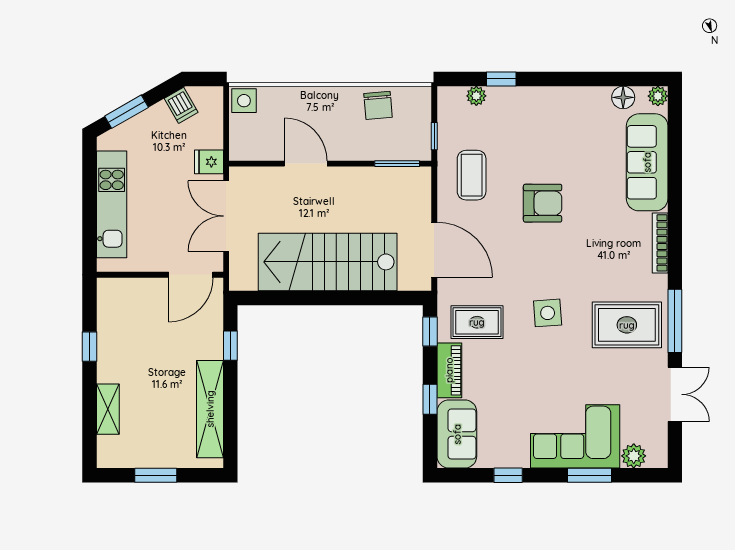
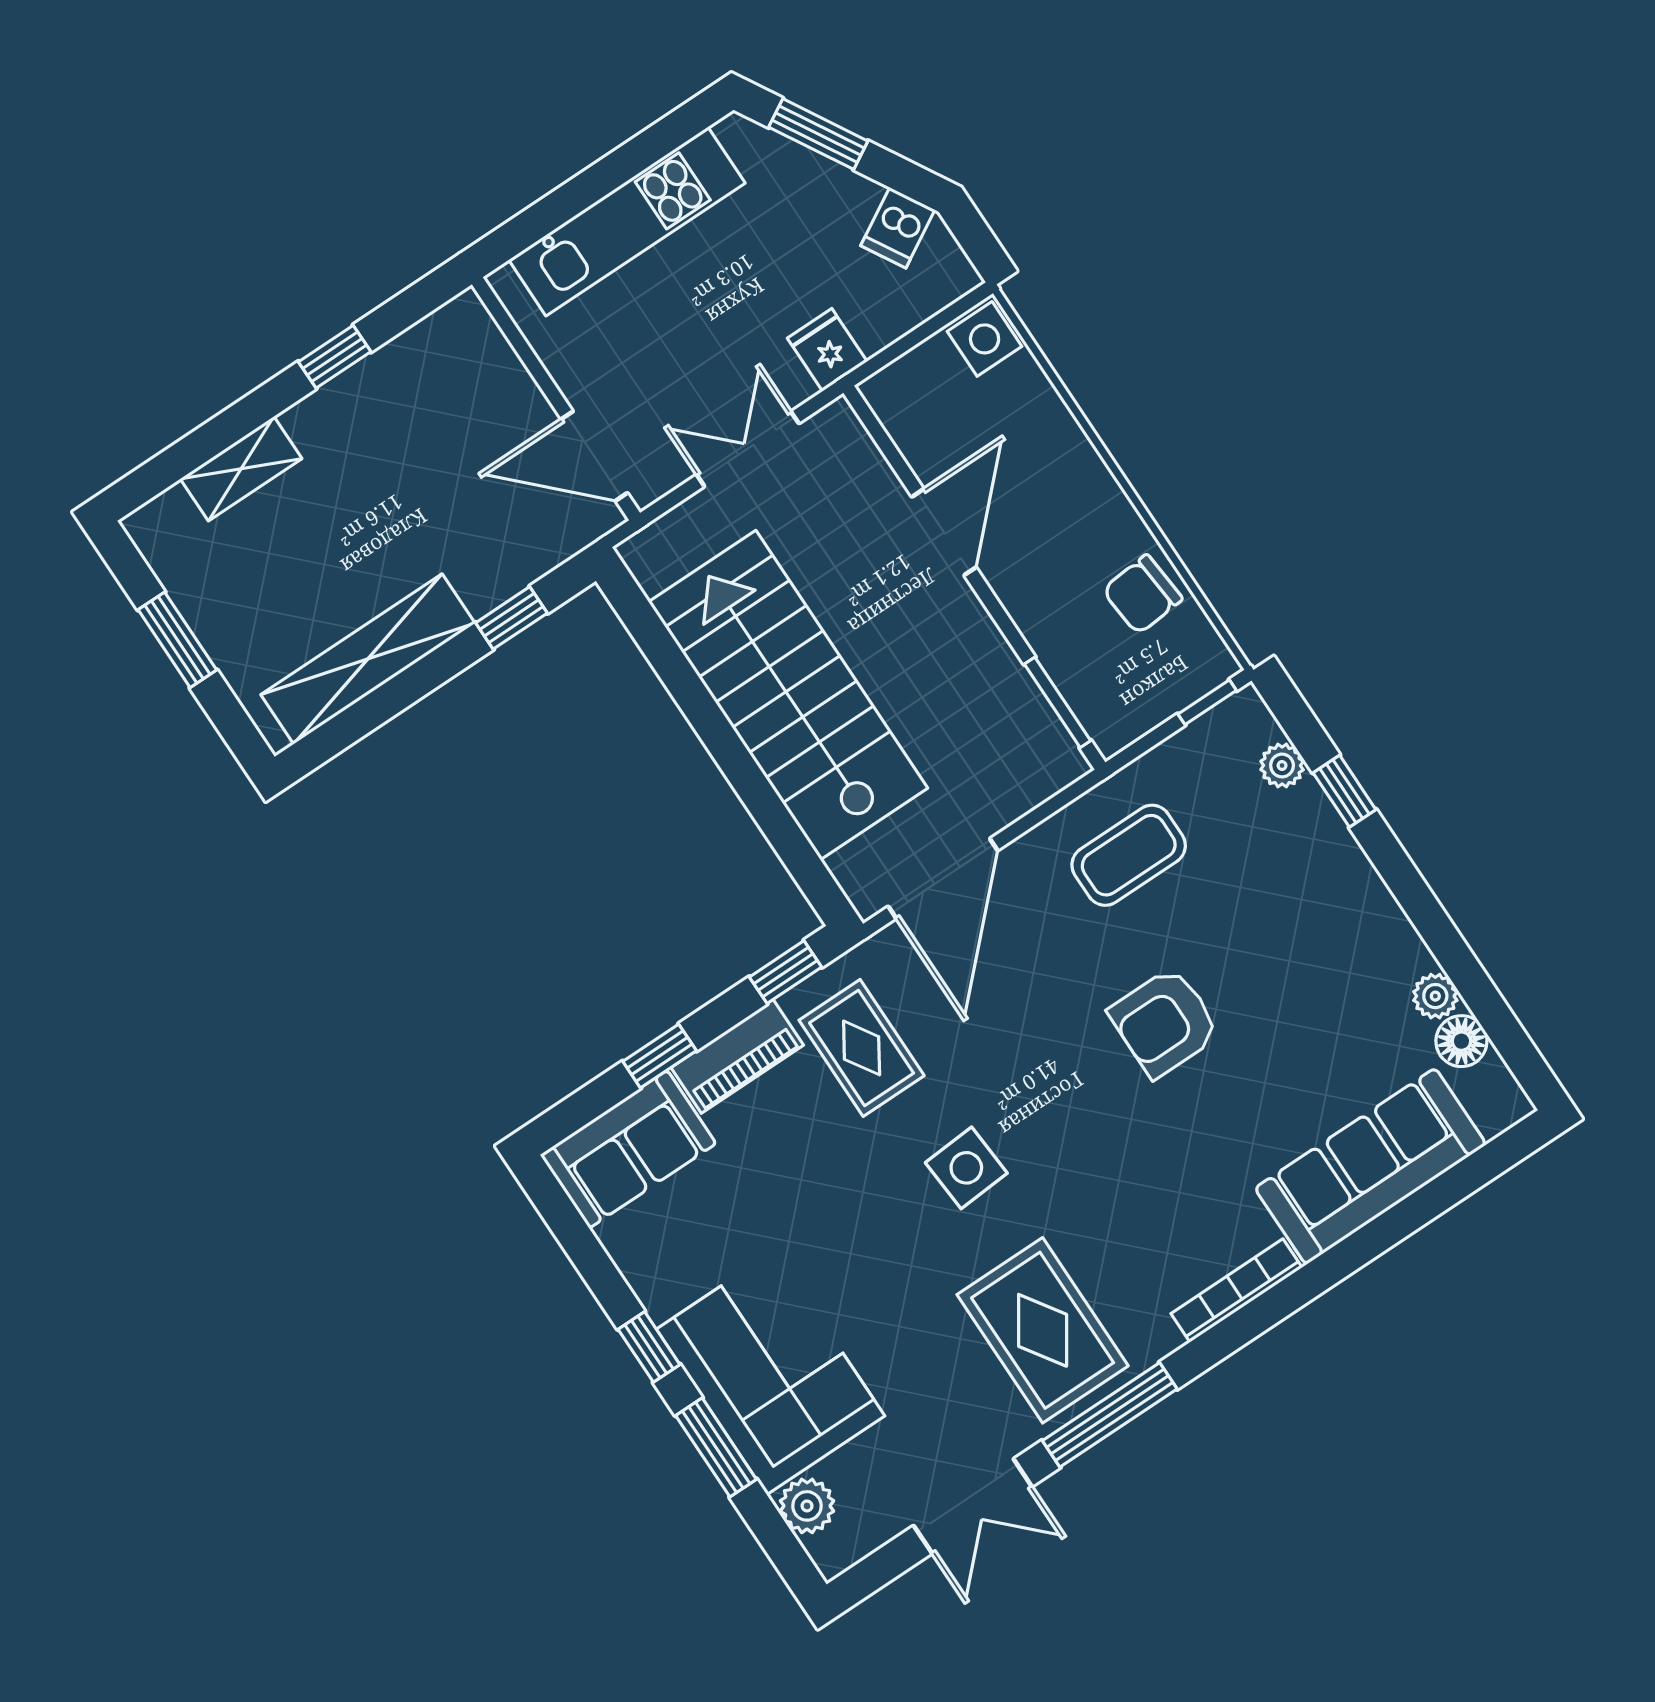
plant: (658, 96) -> (1435, 996), moved
window: (434, 136) -> (1207, 702), moved
armchair: (543, 203) -> (1165, 1022), turned 90
double door: (226, 216) -> (748, 449), width x0.73
window: (508, 475) -> (649, 1347), moved

